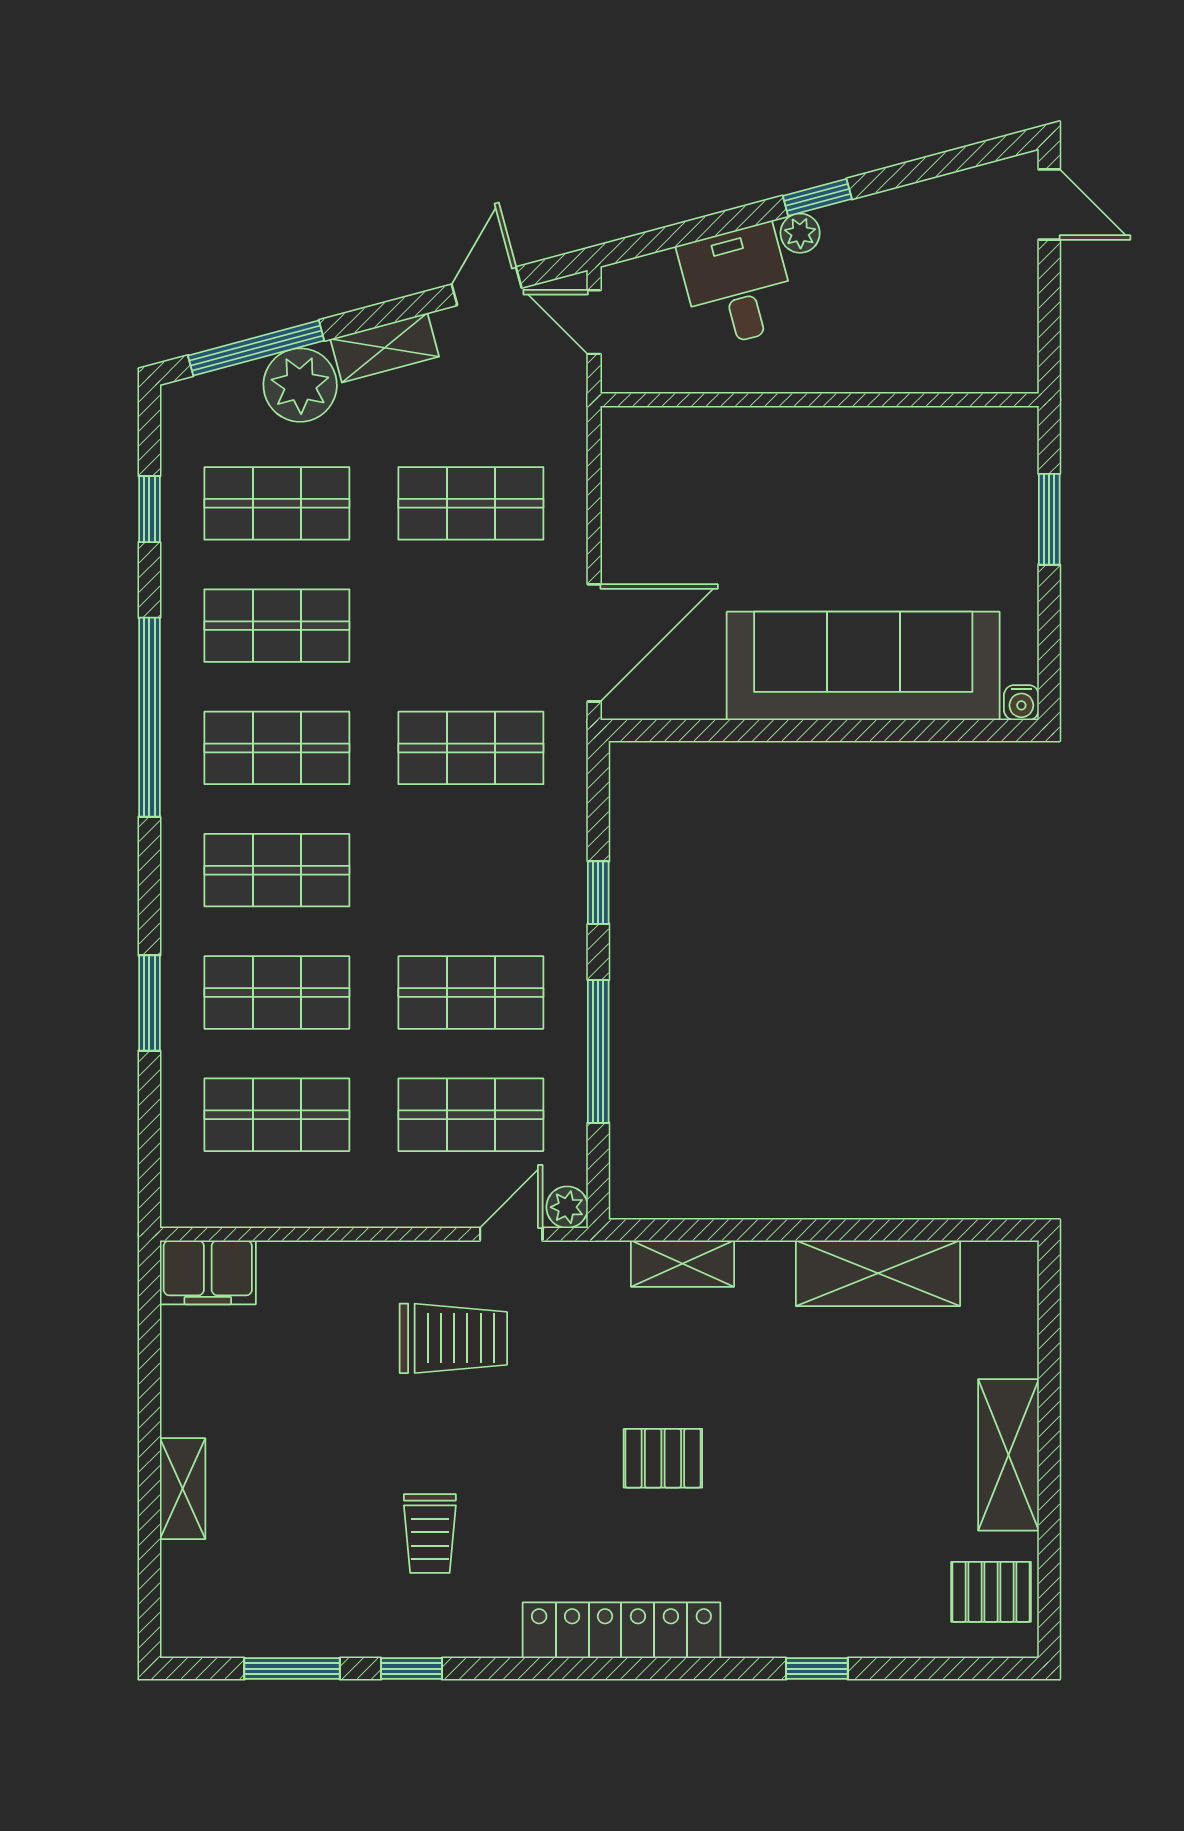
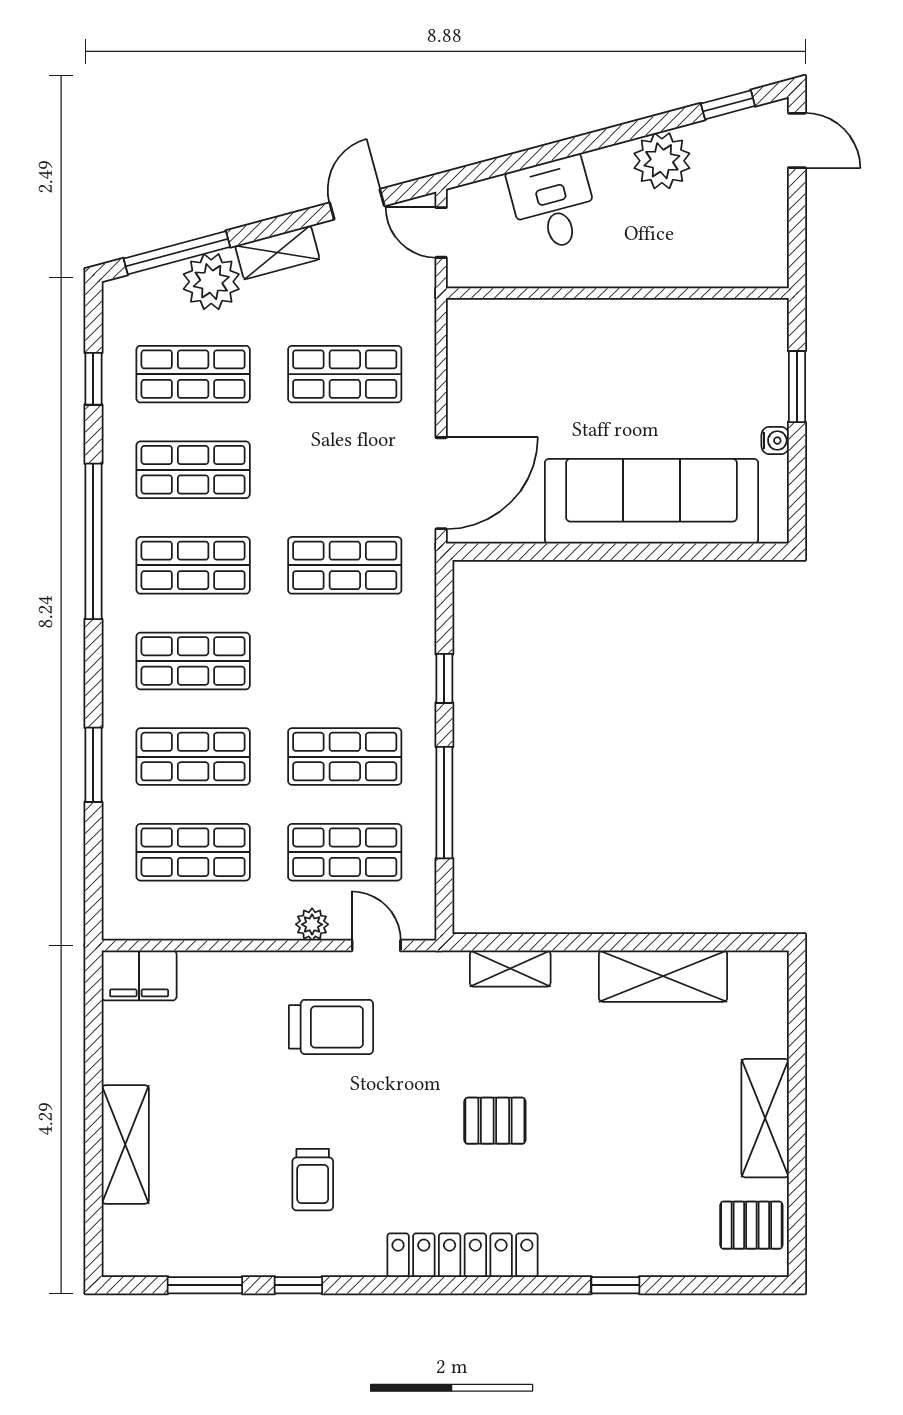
window: (817, 197) -> (728, 105), moved
plant: (800, 233) -> (662, 161), moved, width x1.88, depth x1.88
water cooler: (1021, 703) -> (775, 441), moved, turned -90
plant: (567, 1207) -> (312, 924), moved
door: (511, 1234) -> (376, 946), hinge flipped
shelving: (183, 1489) -> (125, 1144), width x1.50, depth x1.33

